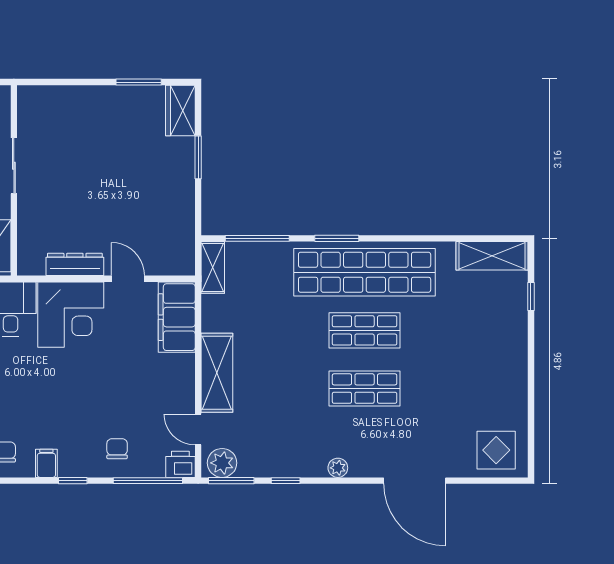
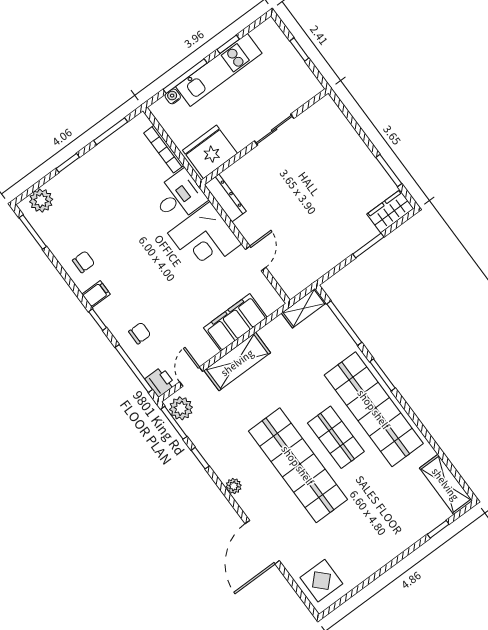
dresser: (75, 264) -> (225, 198), moved
filing cabinet: (177, 317) -> (235, 322), moved
shop shelf: (365, 389) -> (298, 465), width x2.00, depth x1.36

